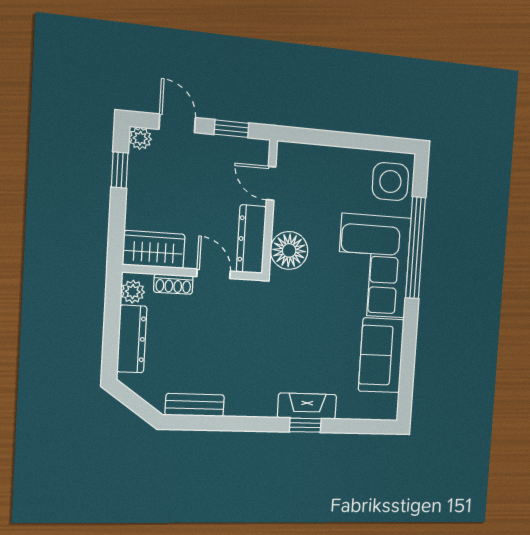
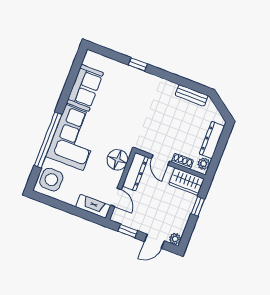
door: (177, 123) -> (154, 241), hinge flipped
window: (120, 170) -> (198, 206), moved
fireplace: (307, 406) -> (93, 206), moved, turned 180

